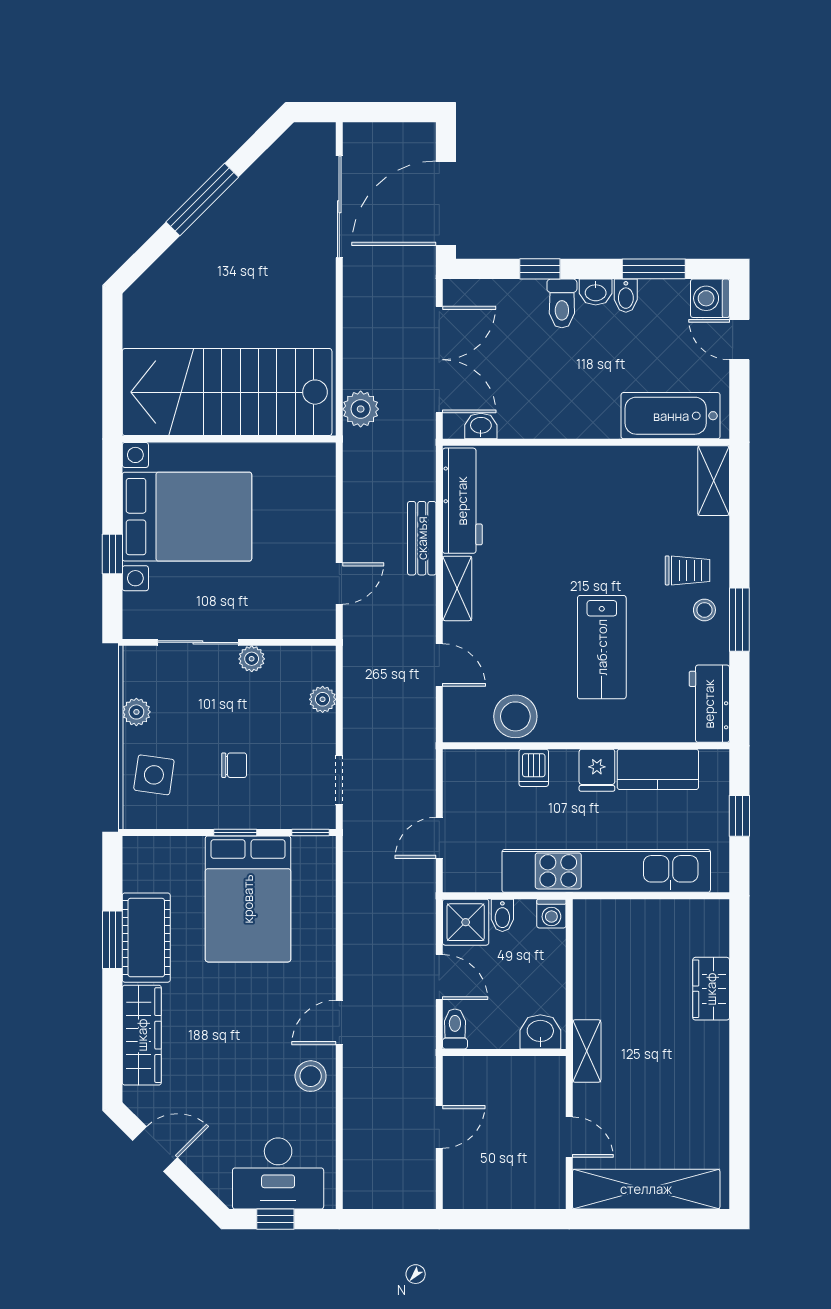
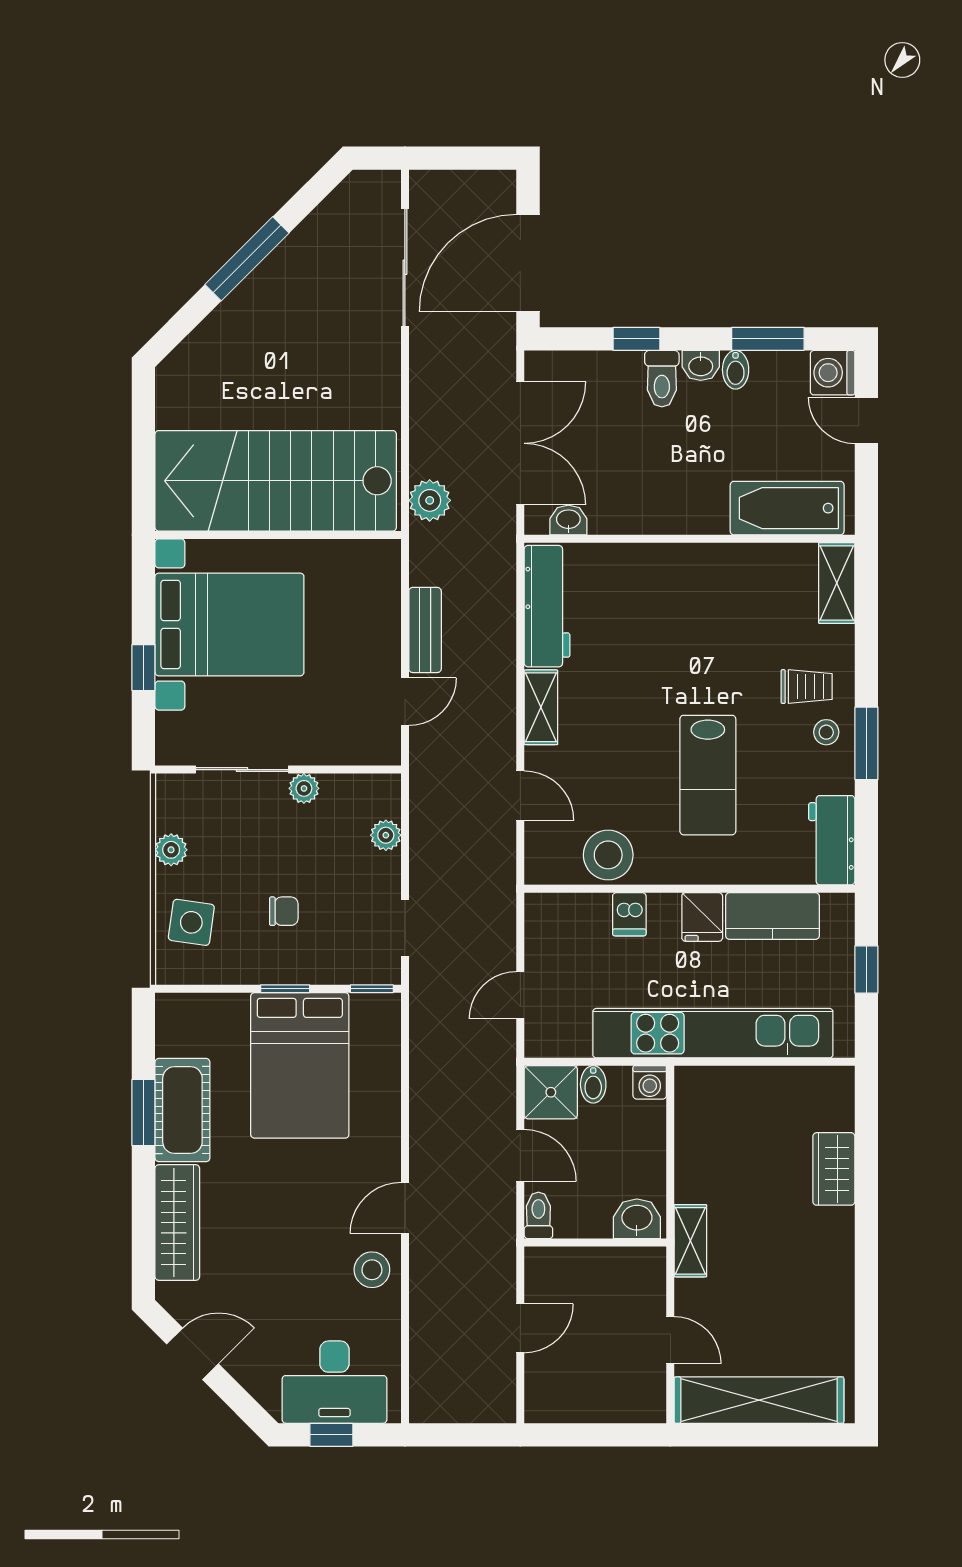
bench: (422, 538) -> (425, 630), moved

